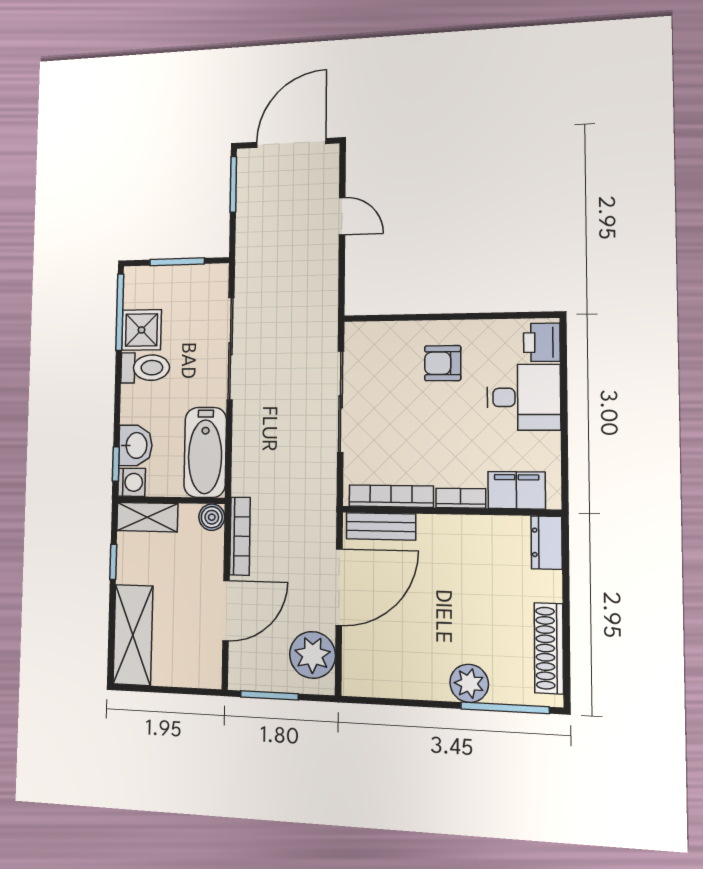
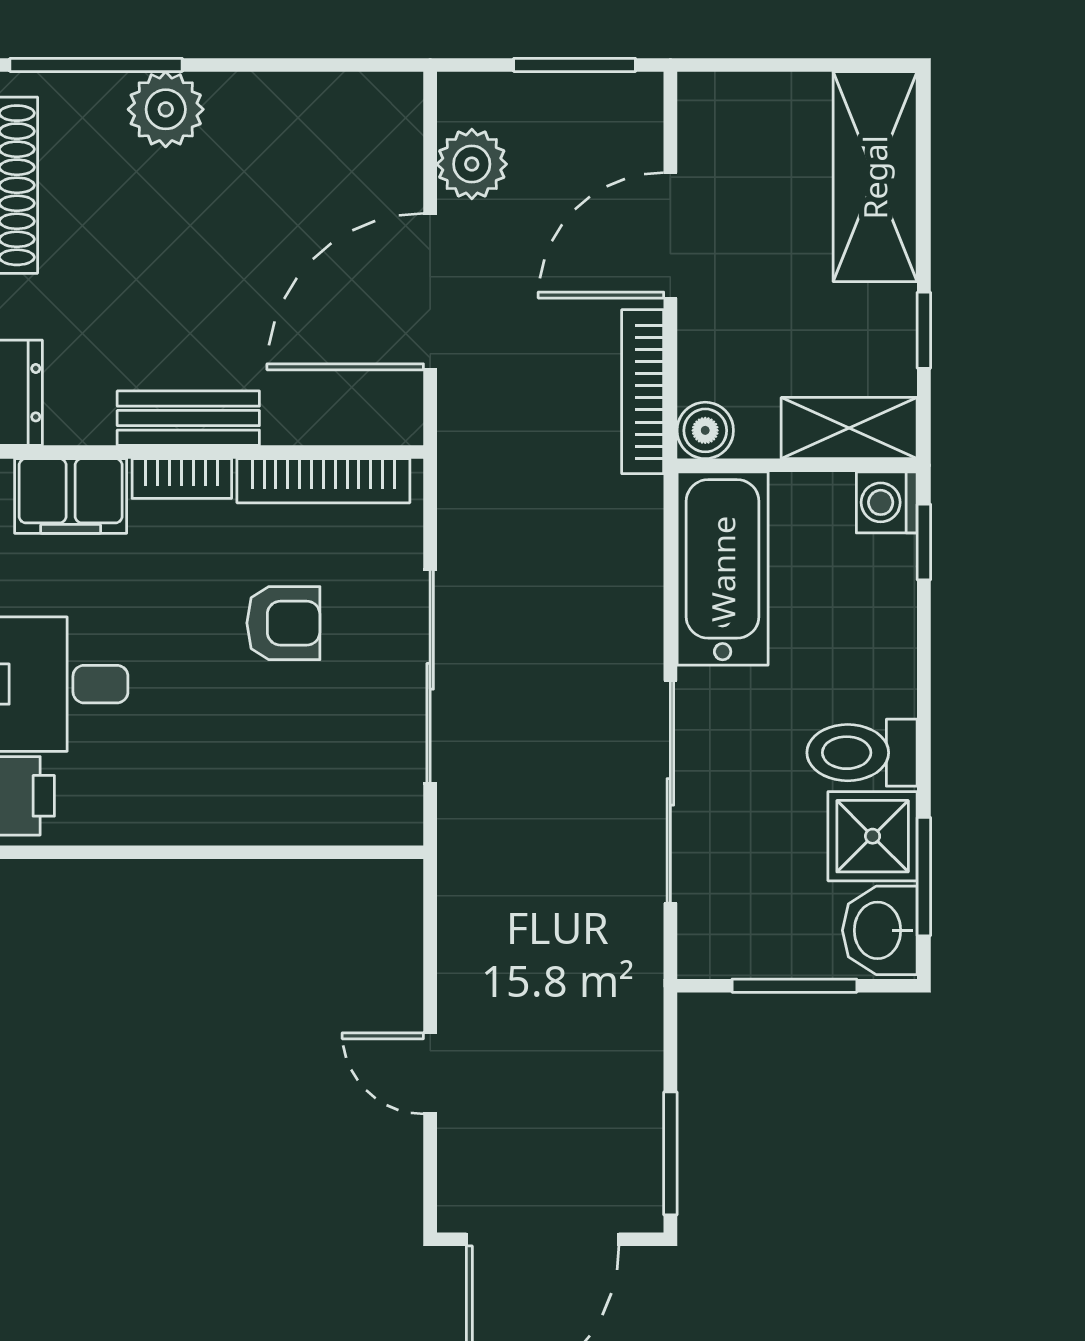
window: (120, 312) -> (924, 877), width x0.69
armchair: (443, 363) -> (283, 623), moved
washbasin: (136, 445) -> (880, 930), moved
bench: (381, 526) -> (188, 418), moved
plant: (312, 655) -> (472, 164), width x0.73, depth x0.73

